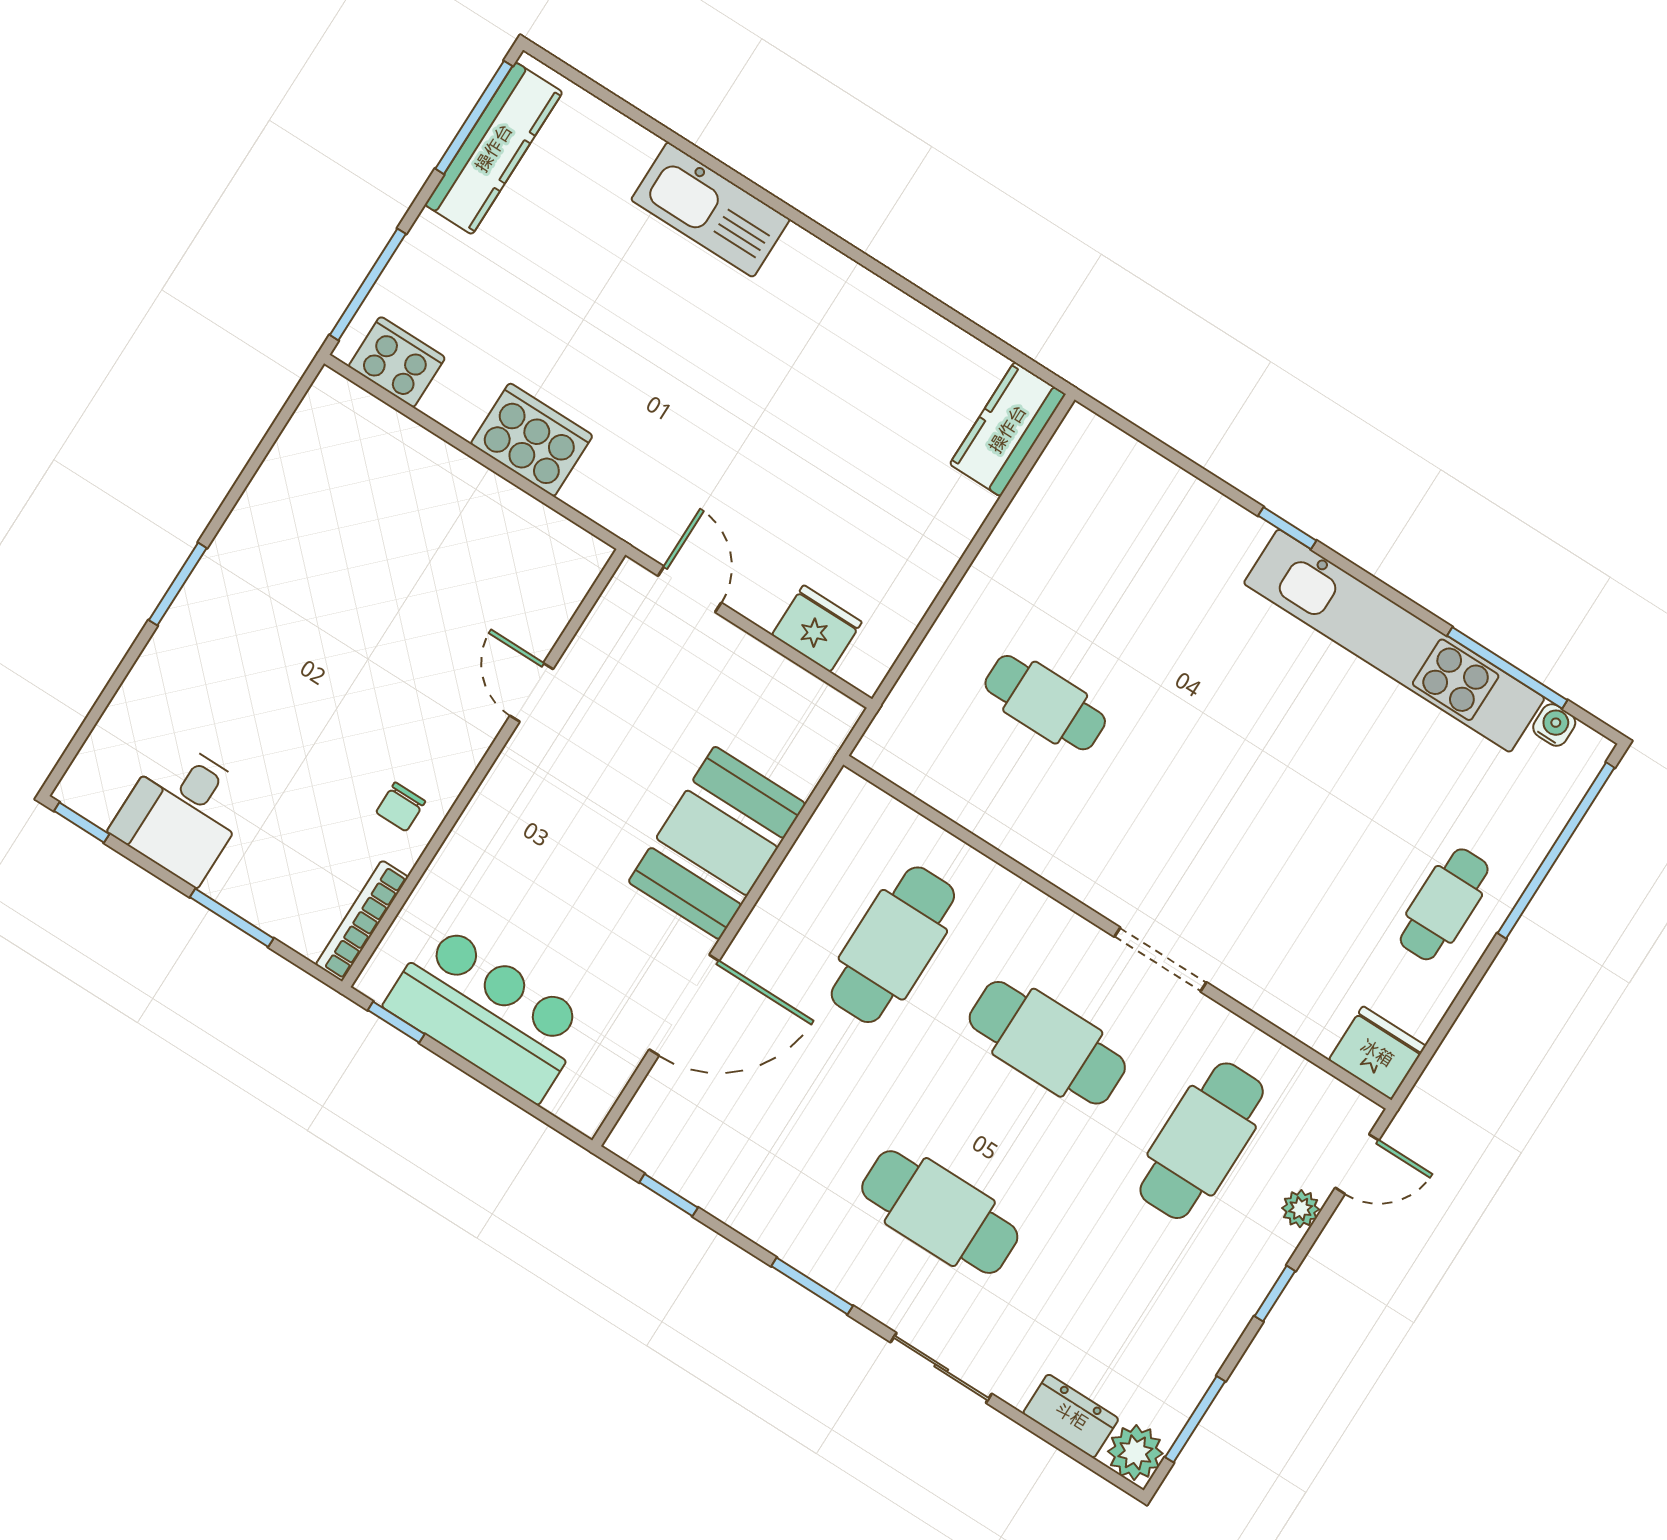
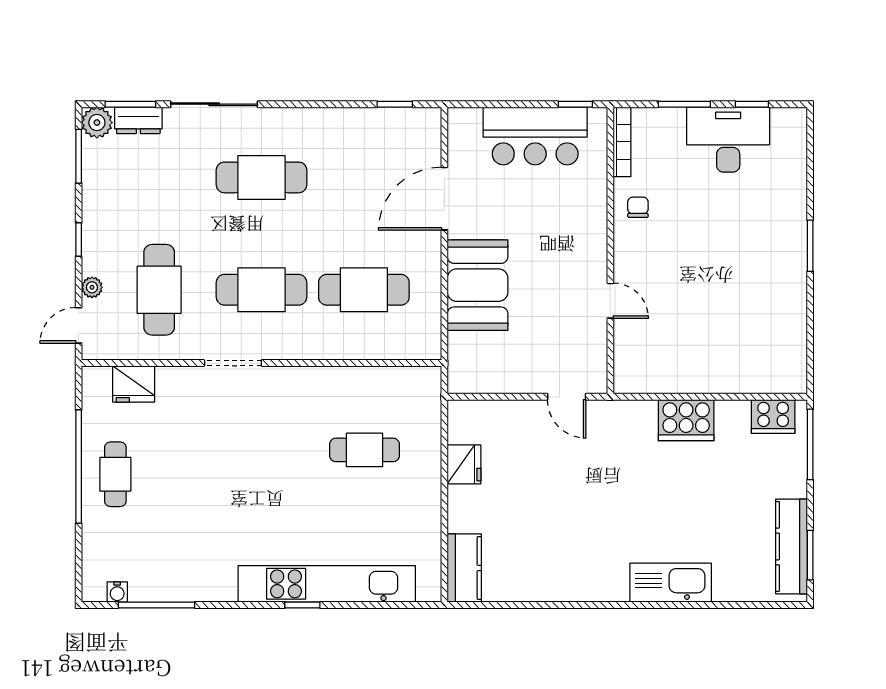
window: (474, 117) -> (810, 555), width x0.69
fridge: (817, 629) -> (464, 464), moved, turned -90
kitchen unit: (1394, 641) -> (327, 584), moved
desk: (183, 812) -> (728, 140), width x1.37
window: (82, 823) -> (752, 104), moved
window: (1556, 851) -> (79, 467), moved
cafe table: (893, 945) -> (364, 290), turned 90
fridge: (1377, 1053) -> (134, 384), moved
window: (812, 1286) -> (130, 104), moved
sliding door: (941, 1368) -> (214, 104), width x1.37

